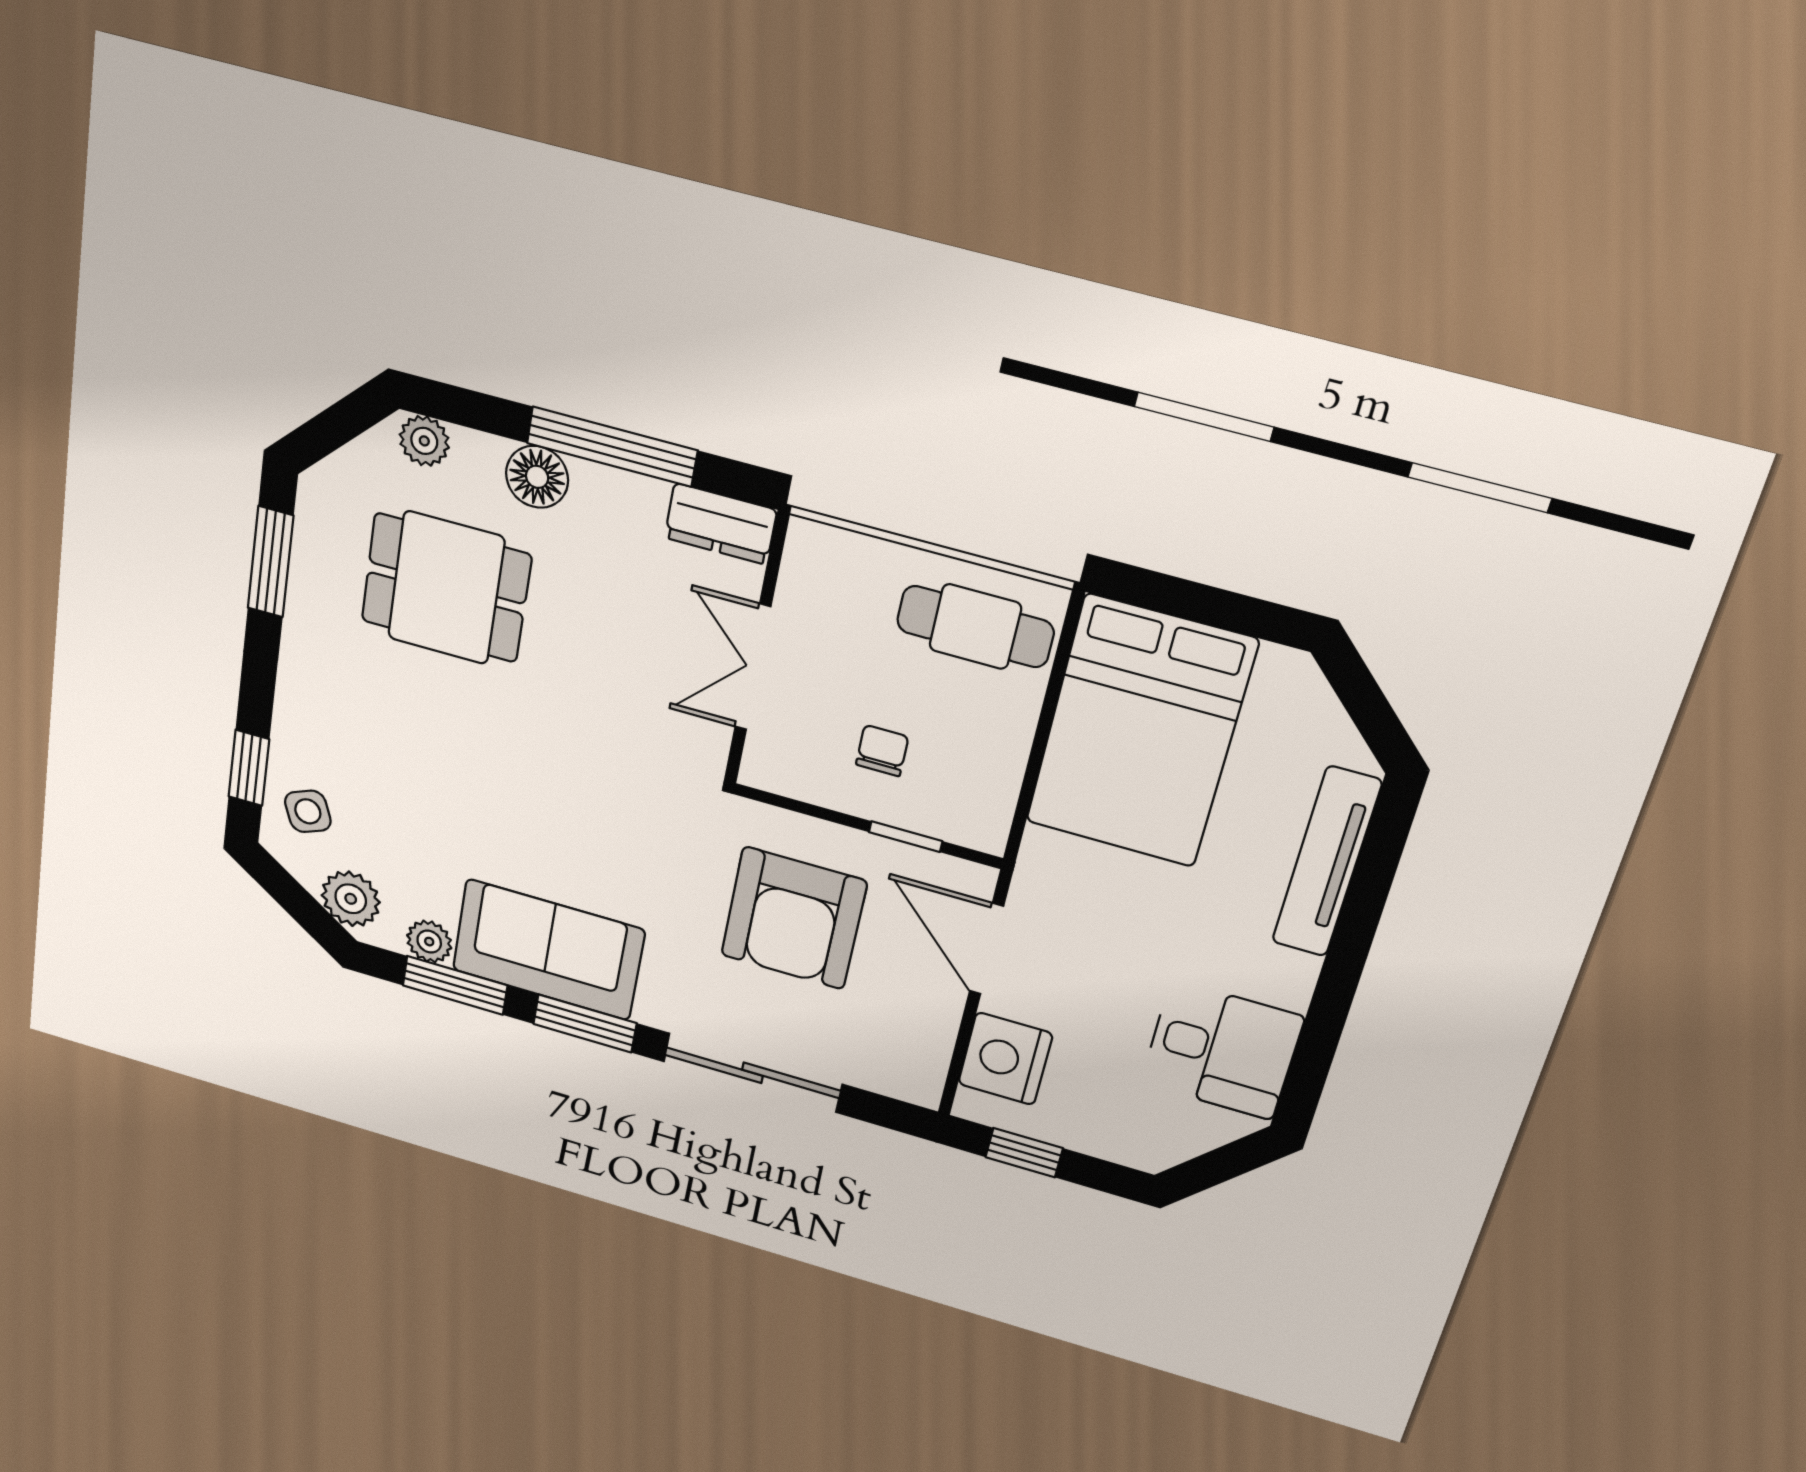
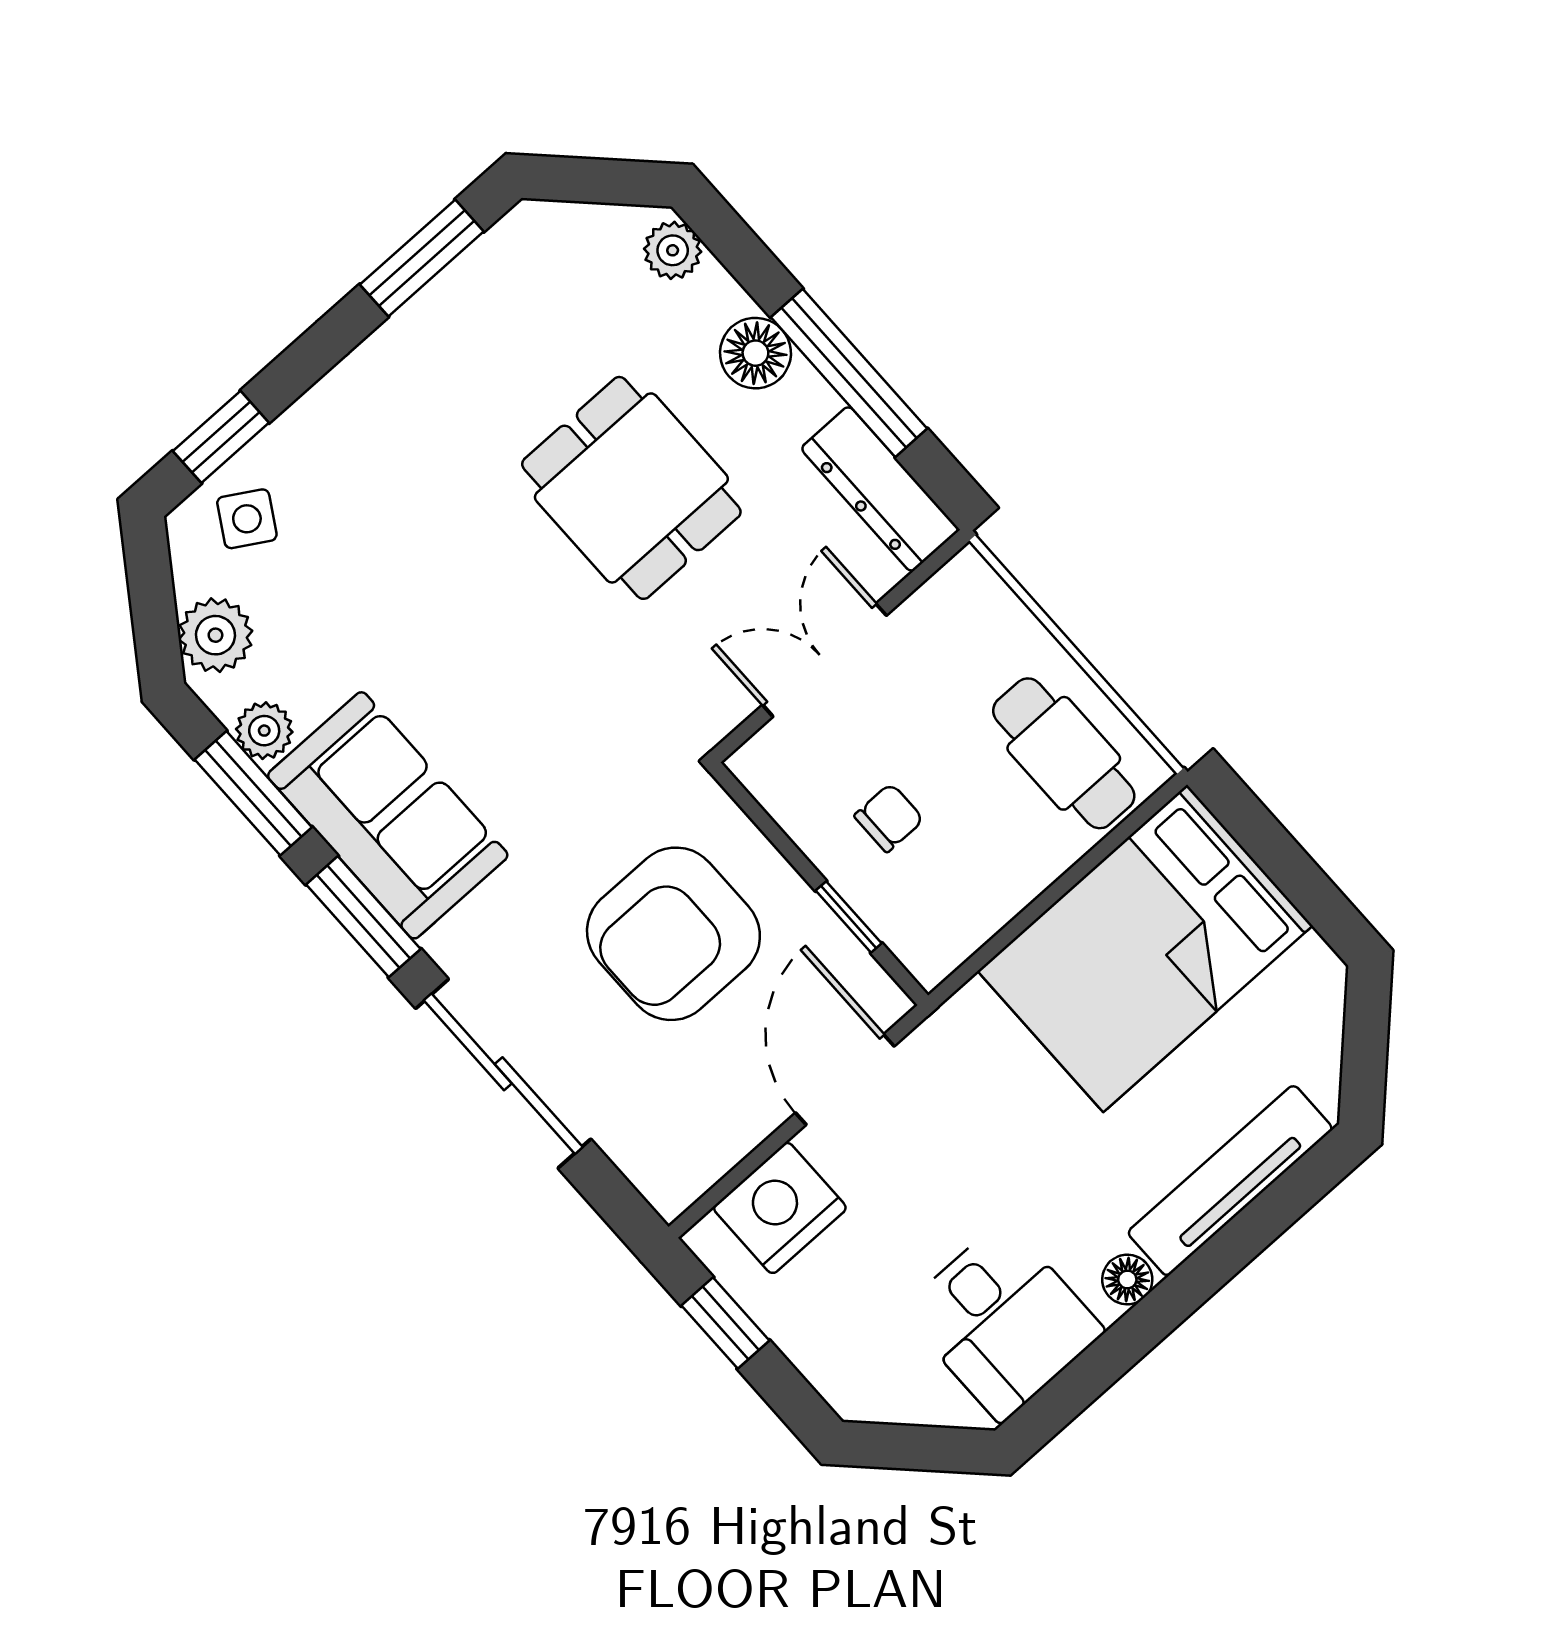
dresser: (721, 524) -> (880, 489), width x1.44
dining table: (446, 588) -> (631, 488), moved
side table: (308, 811) -> (247, 519), turned -37
floor lamp: (1296, 974) -> (1127, 1279), added

